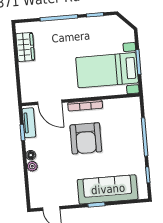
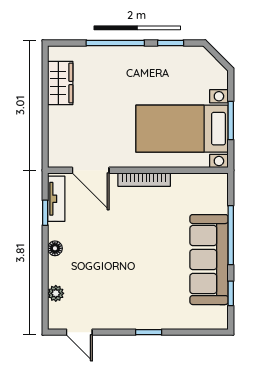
armchair: (86, 138) -> (141, 230), removed
plant: (32, 166) -> (56, 293), moved
sofa: (108, 189) -> (209, 260), moved, turned -90

